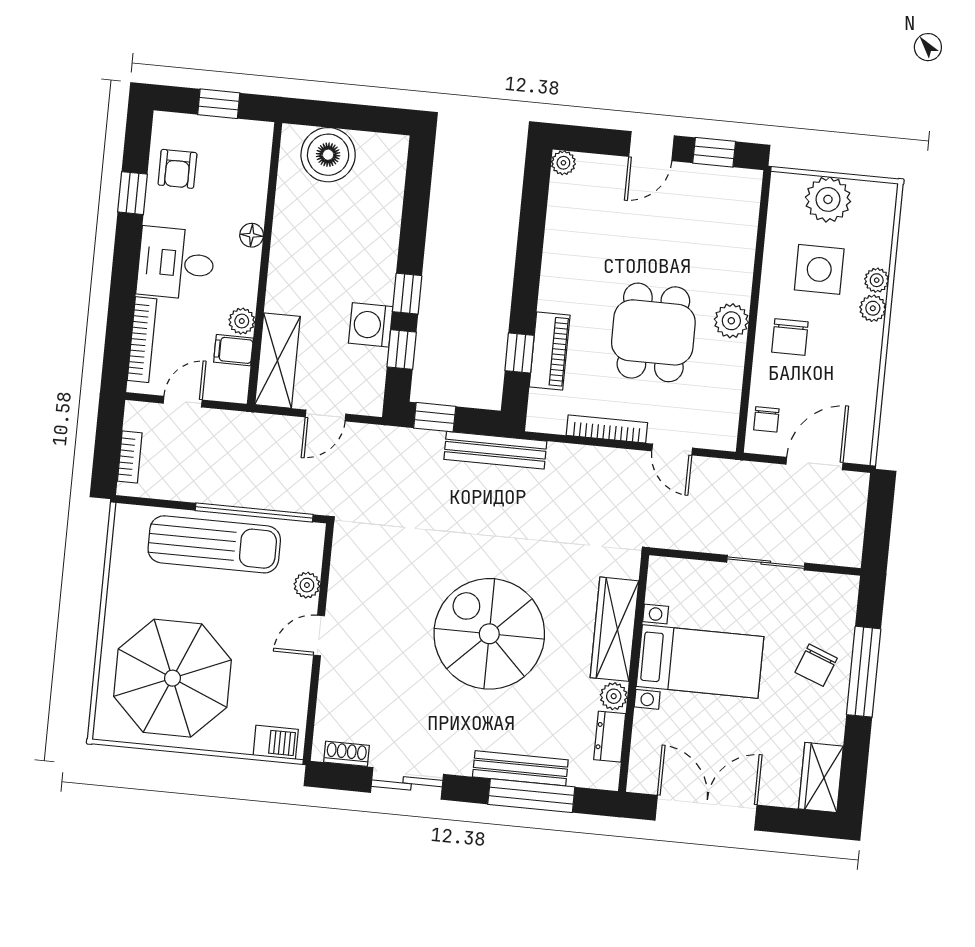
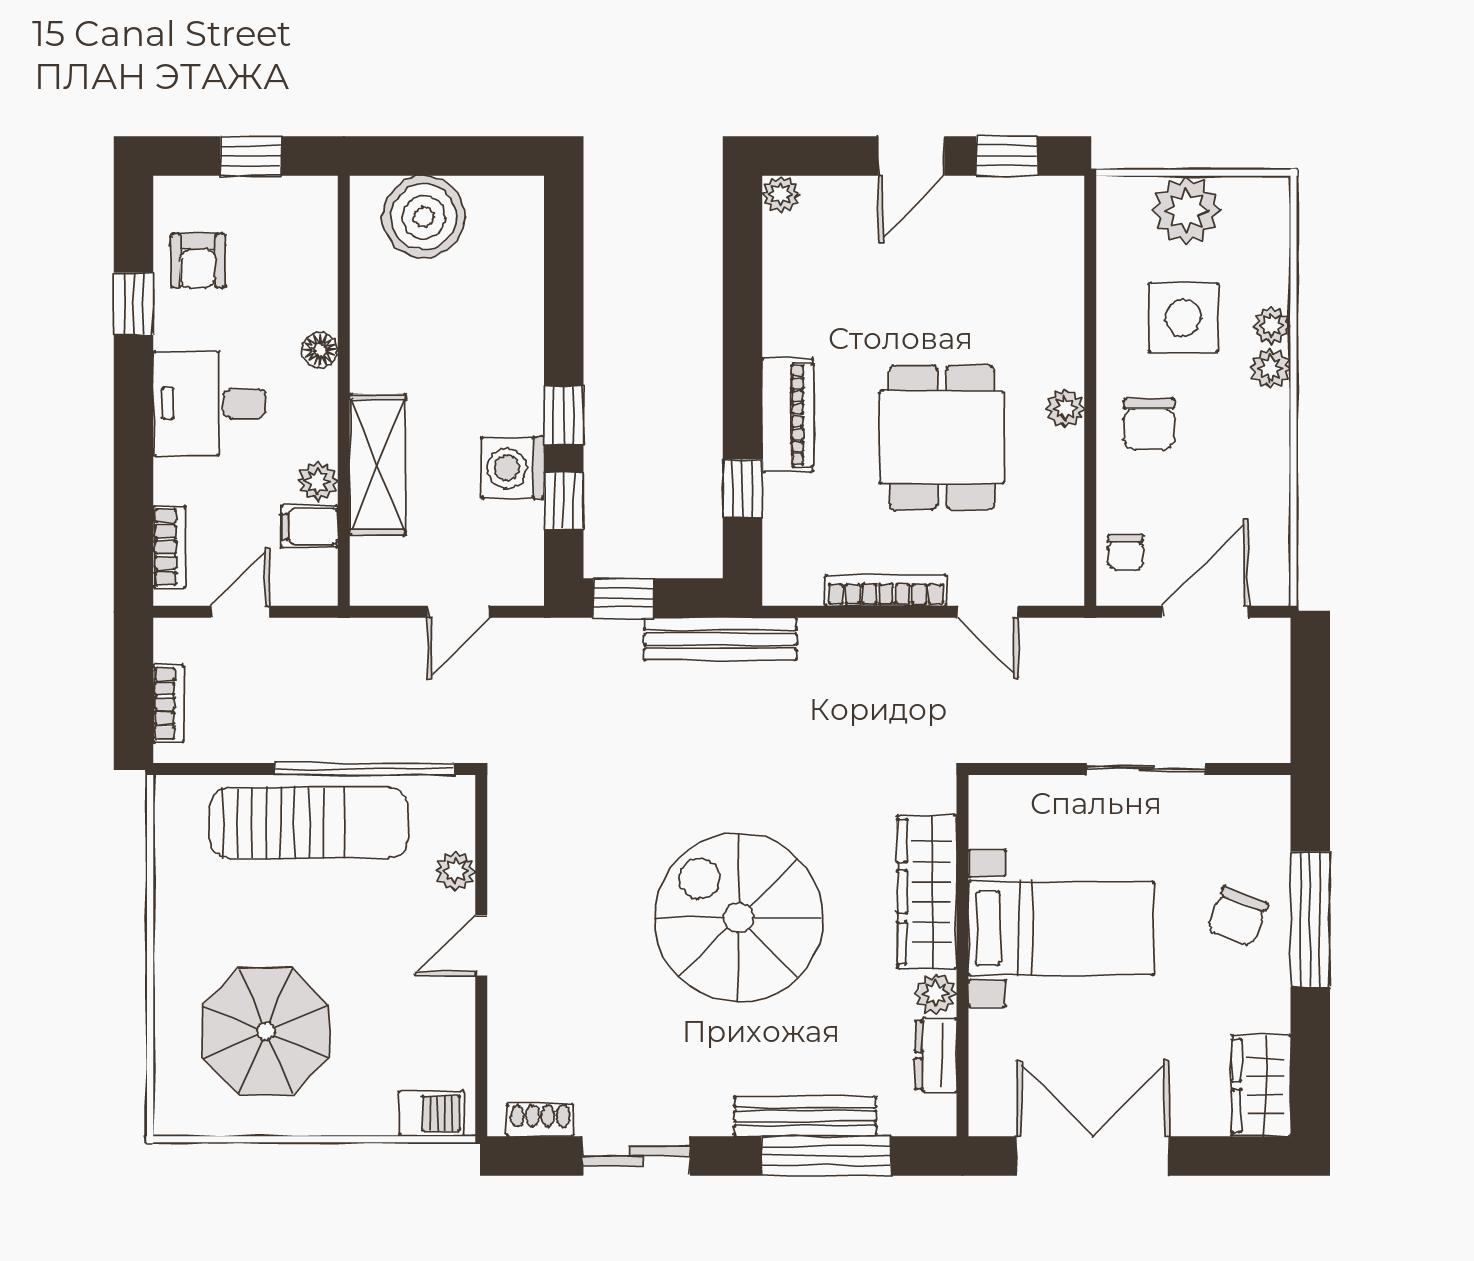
plant: (731, 321) -> (1065, 408), width x0.73, depth x0.73
bookcase: (142, 340) -> (169, 547), width x0.64
piano: (550, 351) -> (788, 415), moved
shelving: (278, 361) -> (378, 465), moved
parasol: (172, 678) -> (266, 1032), width x0.73, depth x0.73

